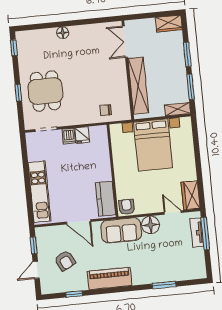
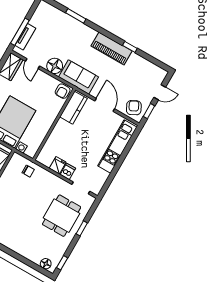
floor lamp: (63, 33) -> (46, 264), moved
armchair: (65, 261) -> (134, 108), moved
window: (74, 294) -> (130, 47), moved

